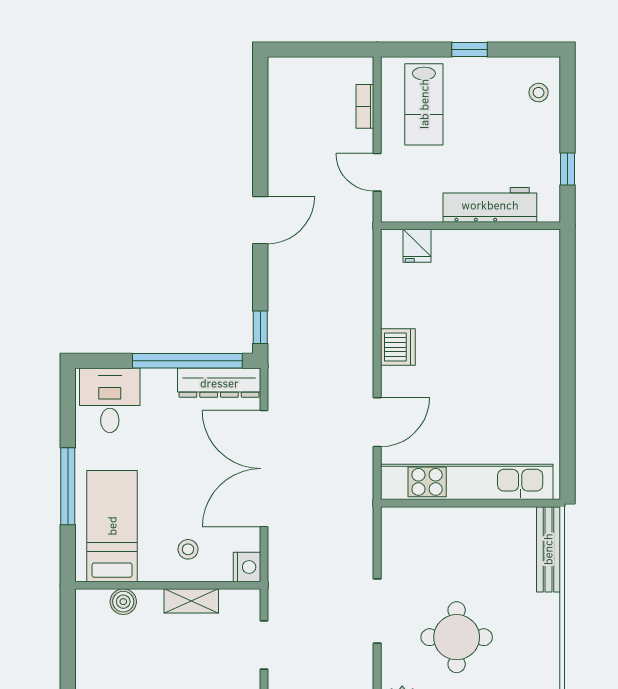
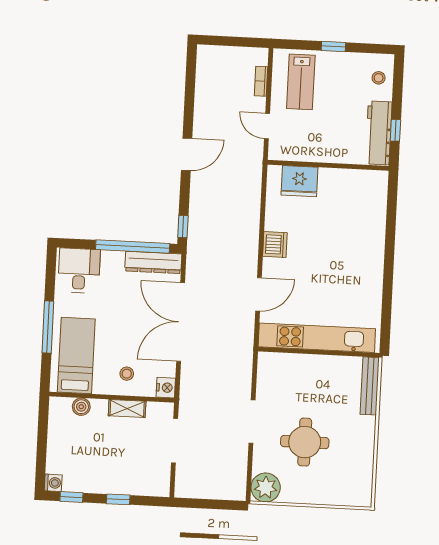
workbench: (490, 205) -> (379, 133), moved, turned -90
fridge: (417, 246) -> (299, 181), width x1.88, depth x1.34
doorway: (264, 645) -> (175, 441), width x1.38

